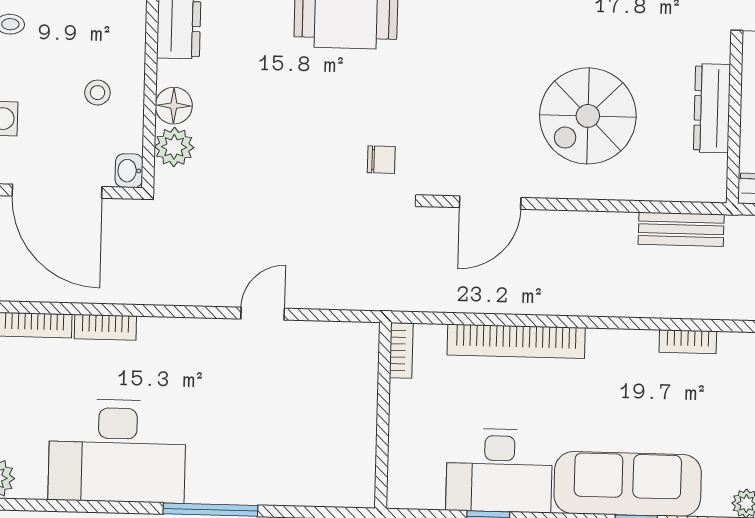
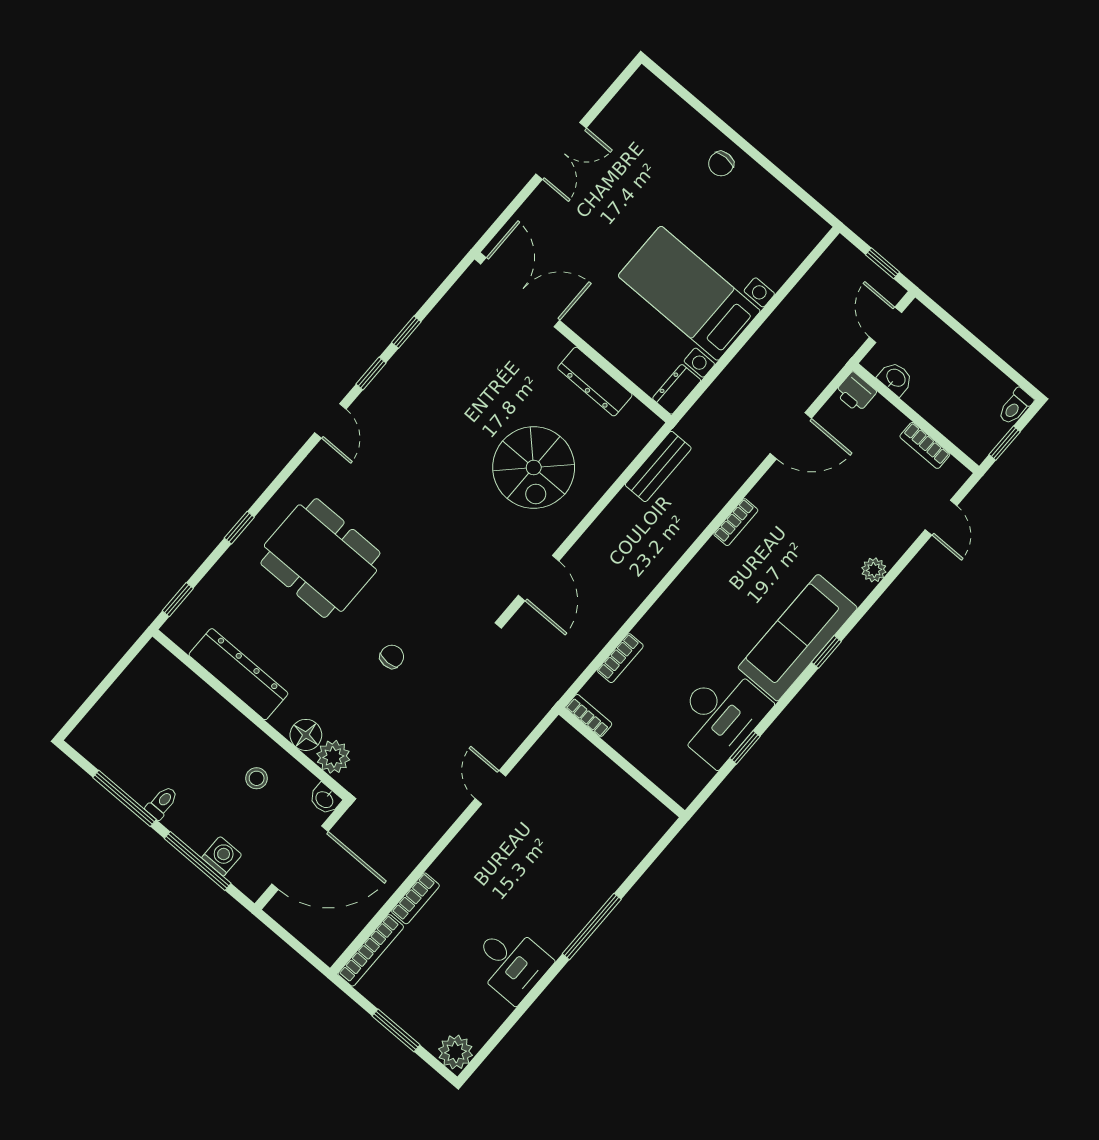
chair: (381, 160) -> (392, 657), moved
bookcase: (516, 341) -> (620, 658), width x0.43, depth x0.76
desk: (117, 451) -> (511, 963), width x0.53, depth x0.77

